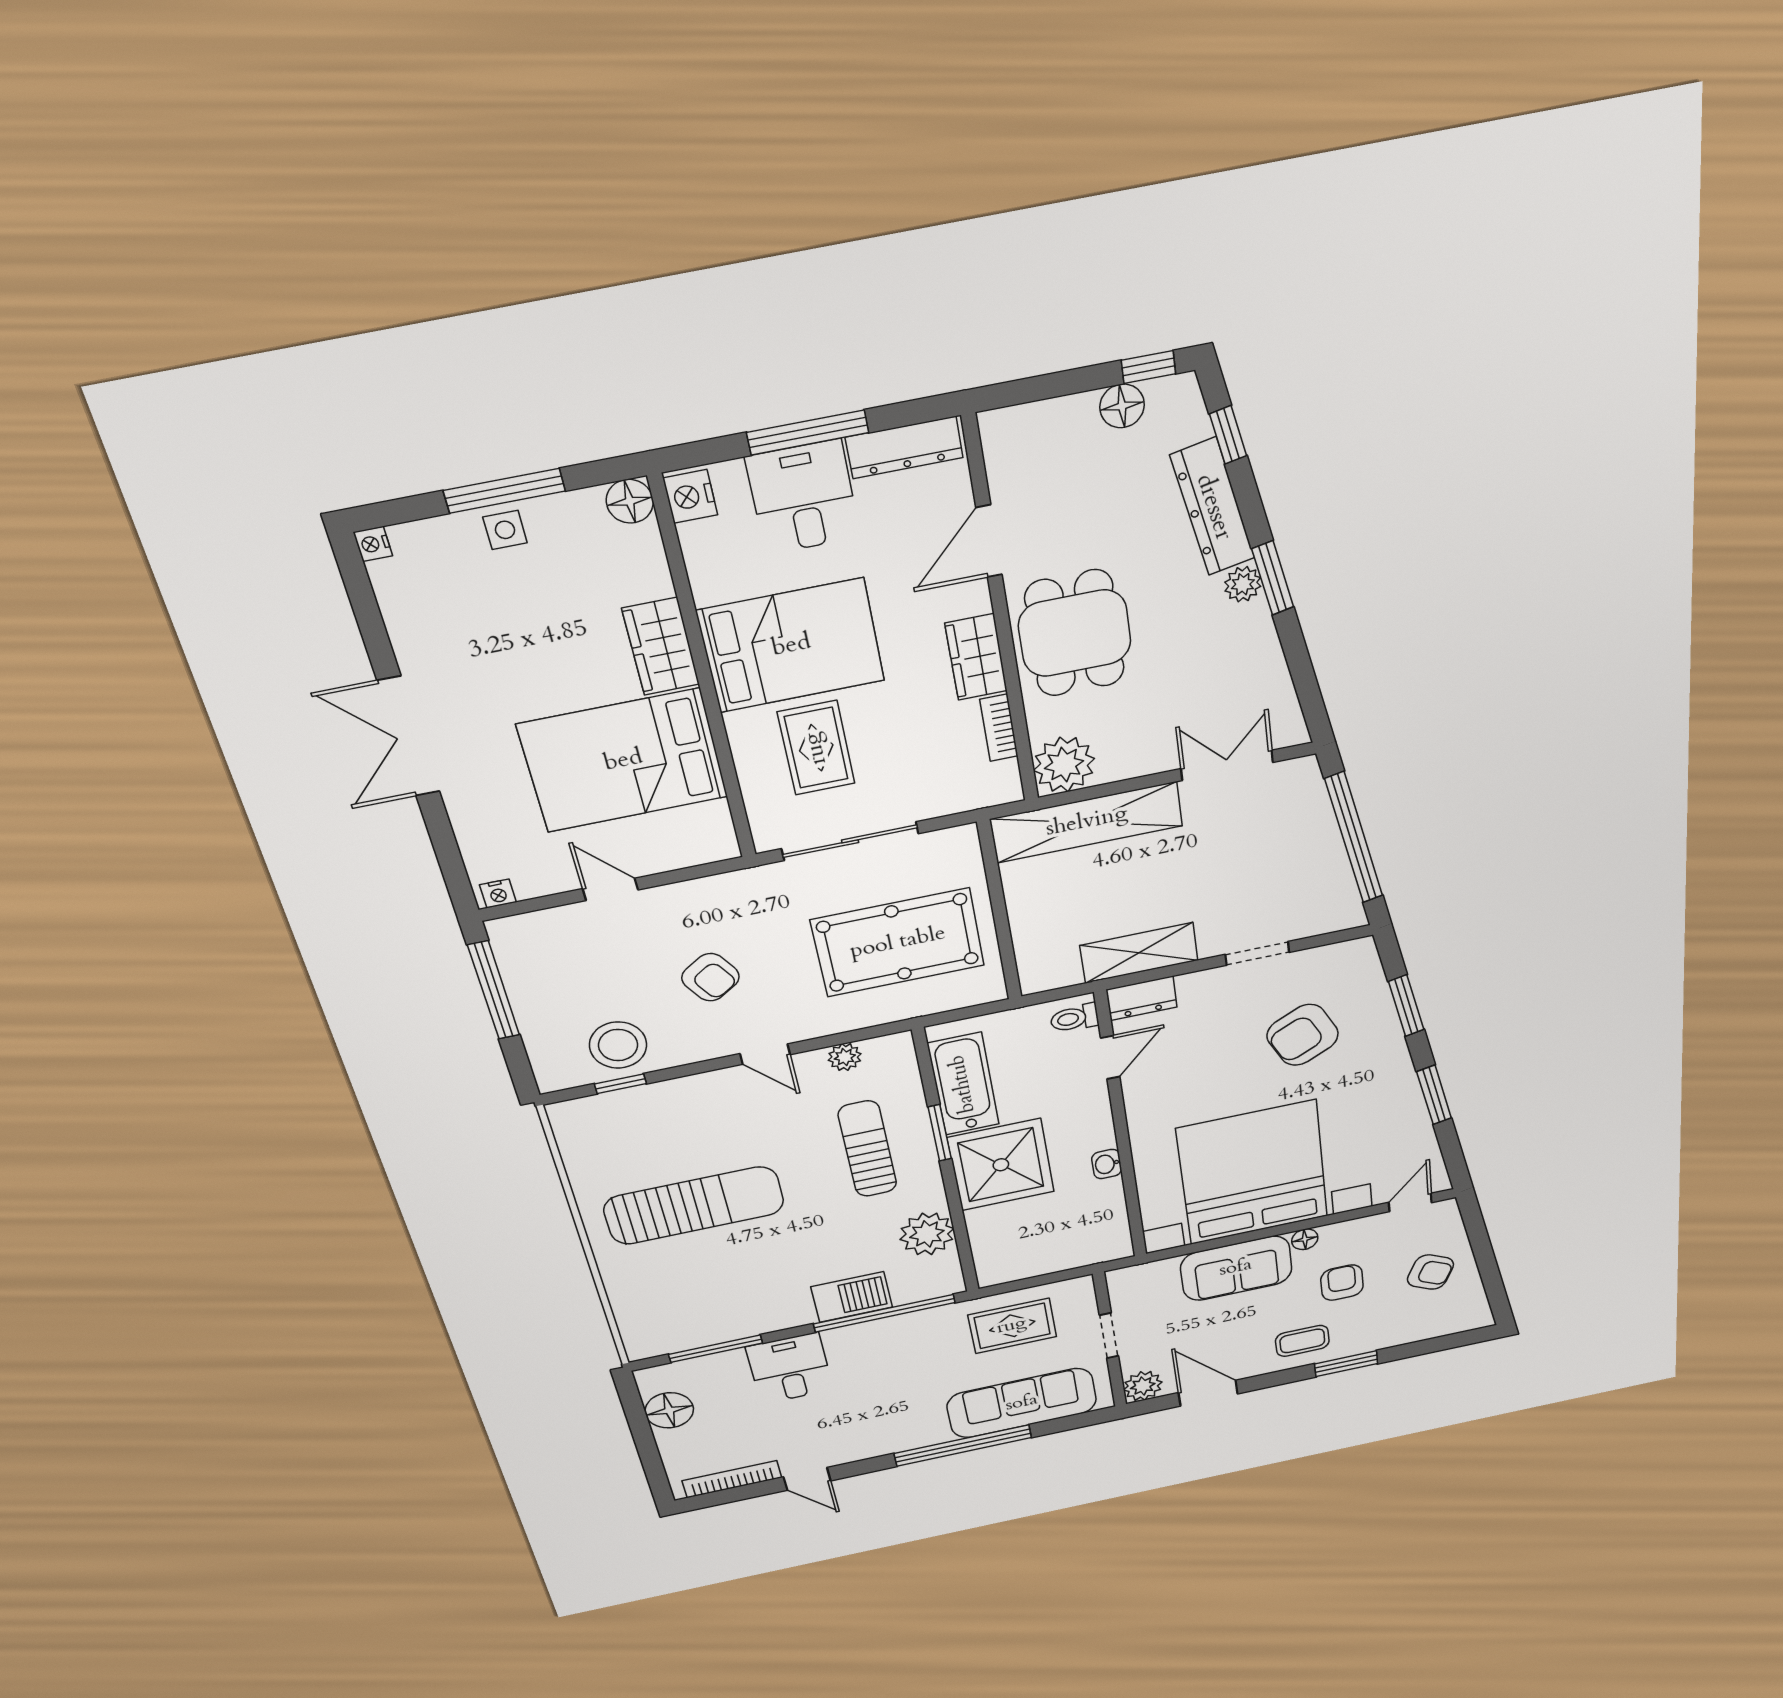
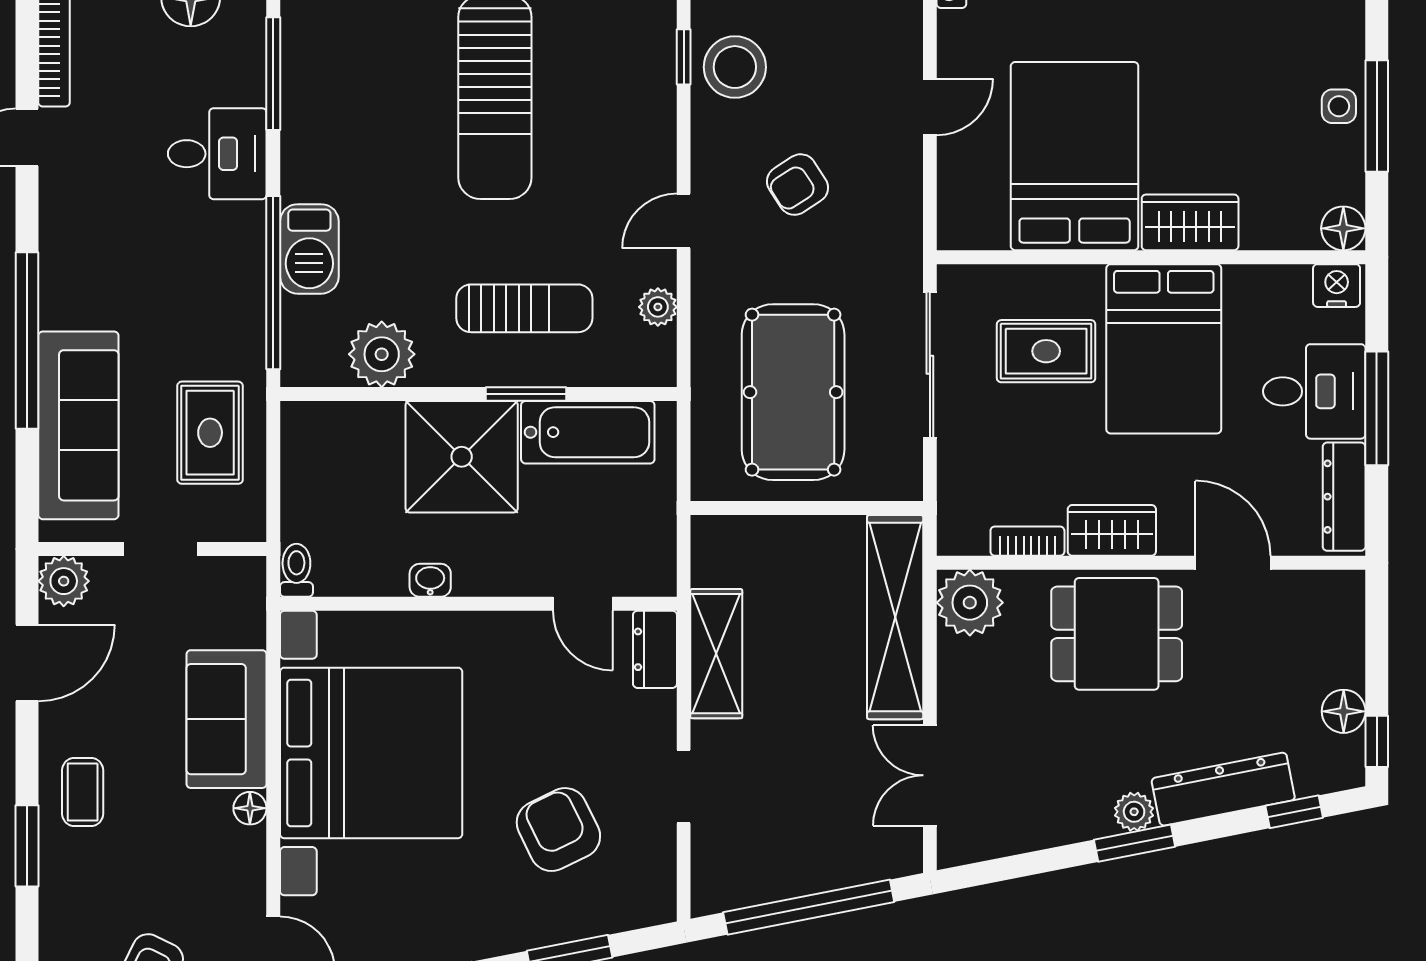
double door: (1227, 765) -> (930, 775), swing flipped
toilet: (1074, 1018) -> (296, 570), moved
armchair: (1342, 1283) -> (167, 850), removed

